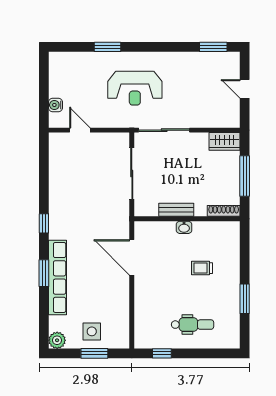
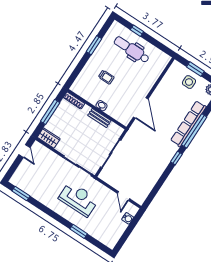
door: (245, 89) -> (24, 151), moved
window: (44, 273) -> (194, 131), width x2.11
dental chair: (193, 325) -> (132, 50), width x1.36, depth x1.38
window: (162, 353) -> (137, 31), moved

